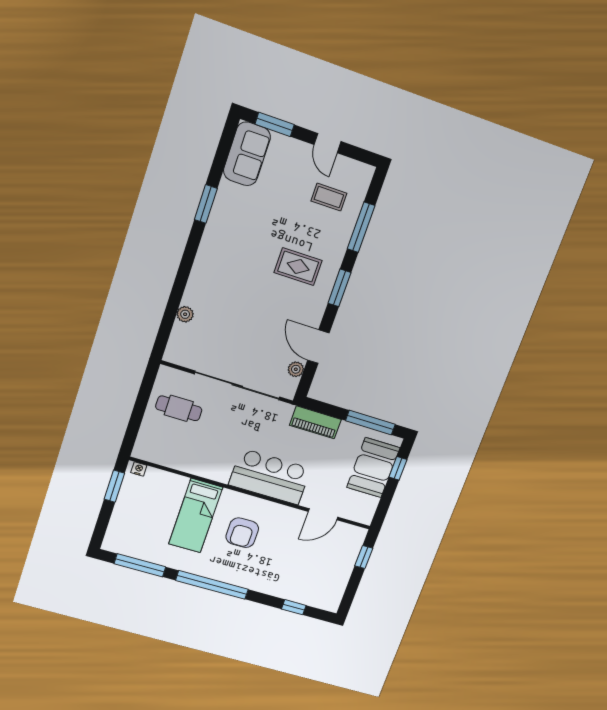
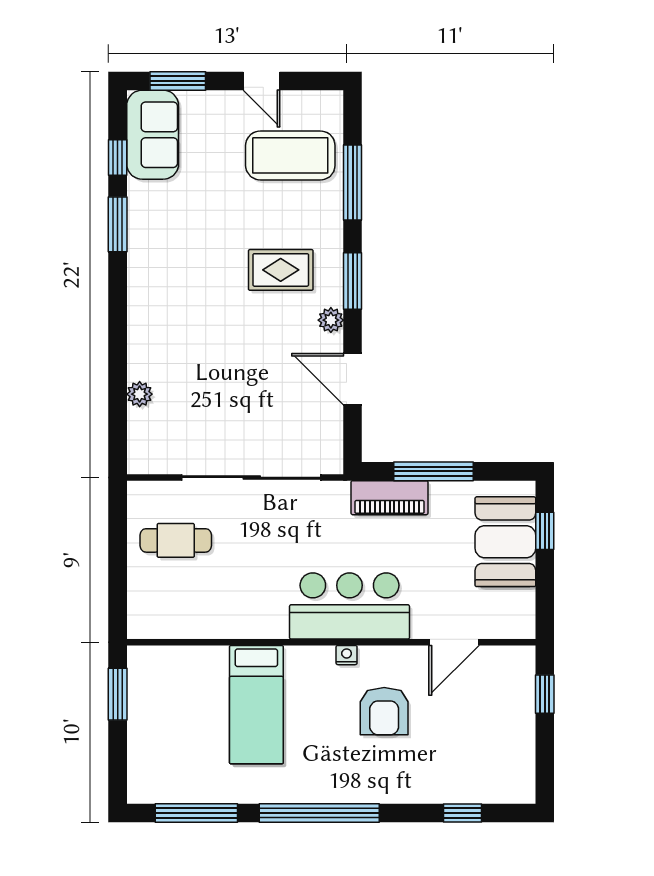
window: (220, 161) -> (118, 157), added
coffee table: (329, 197) -> (290, 155), width x1.86, depth x1.72
plant: (296, 369) -> (331, 320), moved
window: (370, 423) -> (433, 471), moved
nightstand: (139, 469) -> (347, 655), moved
armchair: (242, 533) -> (384, 711), moved

